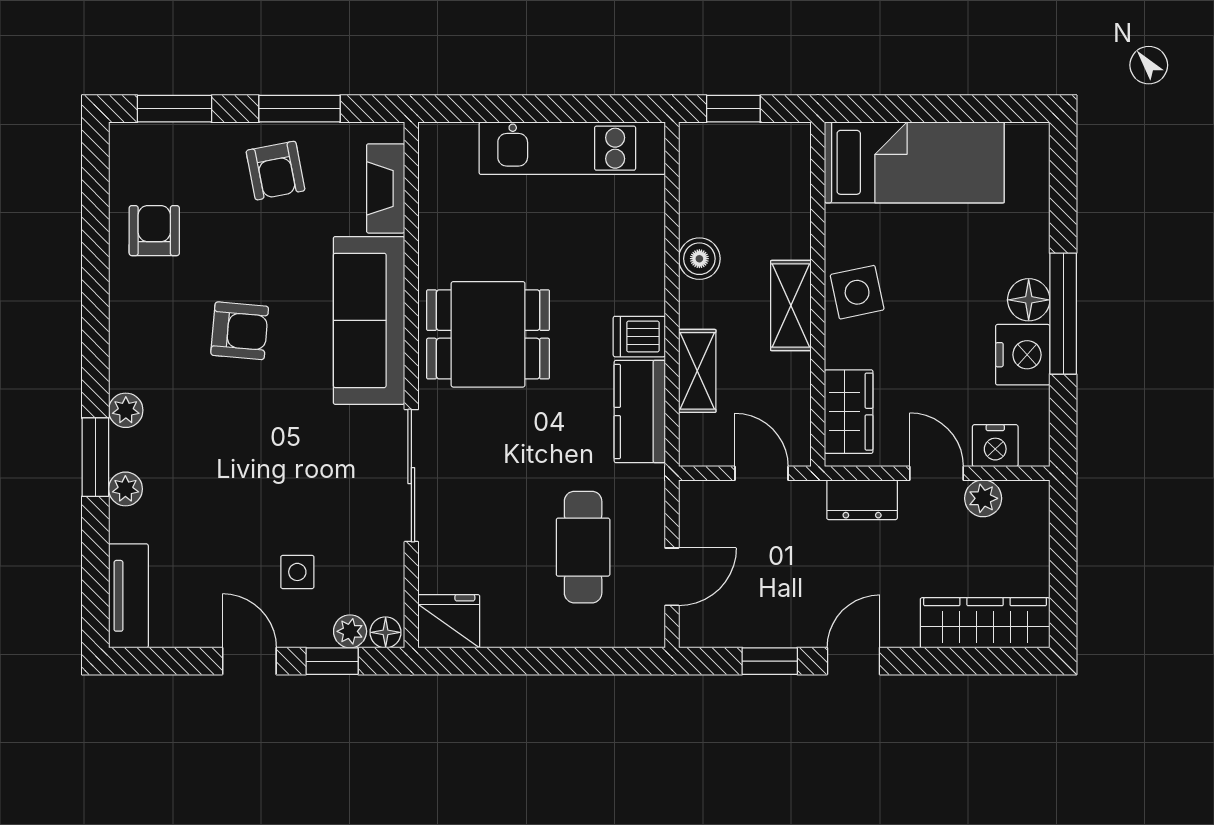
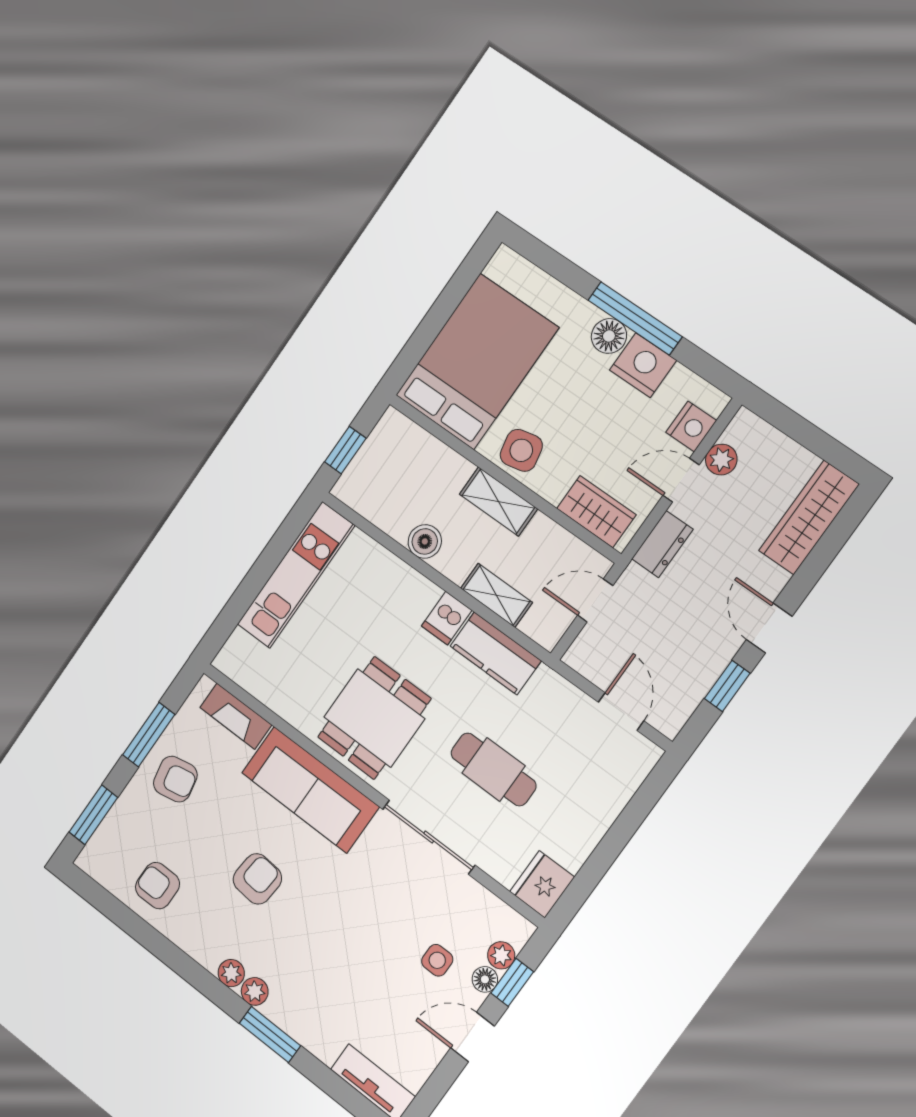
bed: (914, 162) -> (477, 361), width x1.50
plant: (125, 489) -> (231, 973), moved
cafe table: (583, 547) -> (493, 769), moved
floor lamp: (386, 632) -> (485, 979), moved

